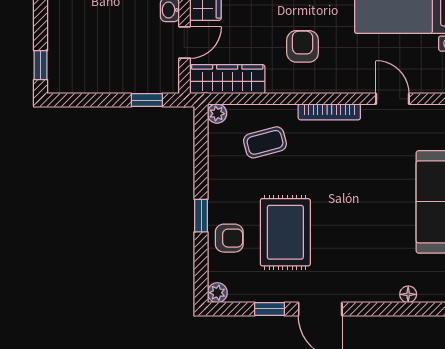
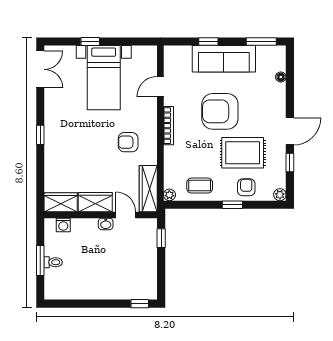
coffee table: (265, 142) -> (200, 186), moved, turned -75
armchair: (353, 195) -> (220, 111), added

